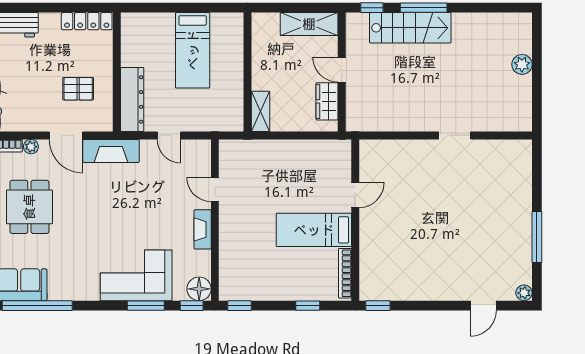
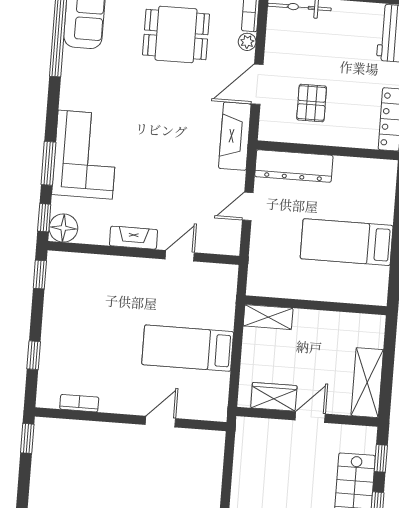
door: (355, 195) -> (160, 422), swing flipped
bed: (314, 230) -> (188, 348), moved, turned -90
bookcase: (345, 273) -> (79, 403), width x0.64

